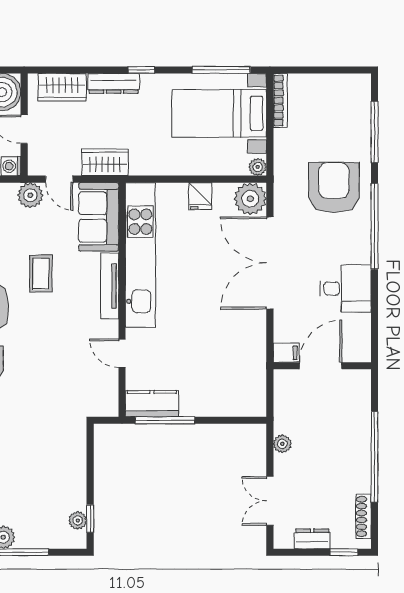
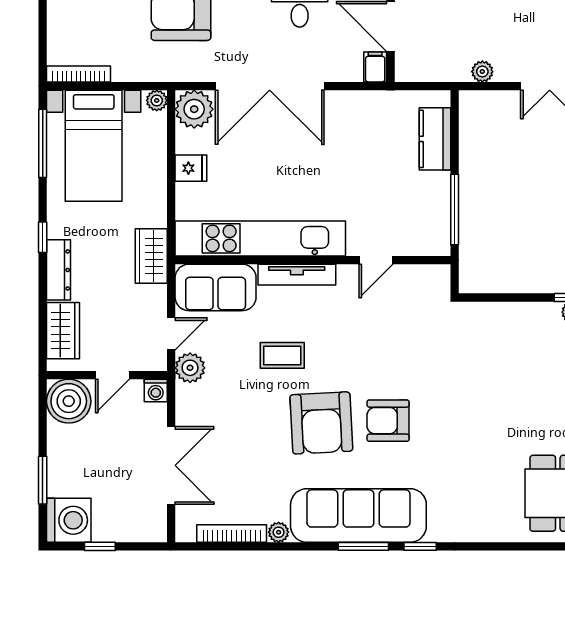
wardrobe: (105, 162) -> (151, 256), moved
kitchen counter: (152, 404) -> (435, 139), moved

